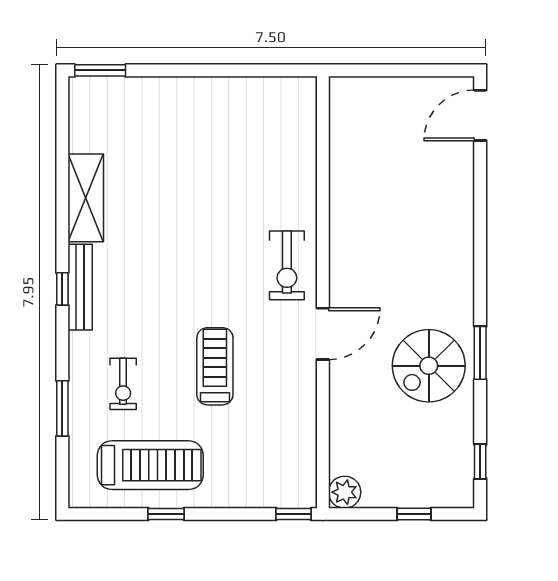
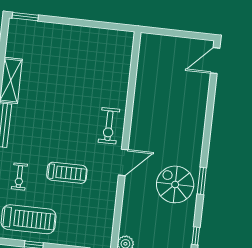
treadmill: (215, 366) -> (67, 173), turned 90
spiral stairs: (429, 366) -> (175, 184), turned 90

